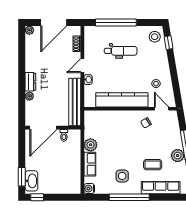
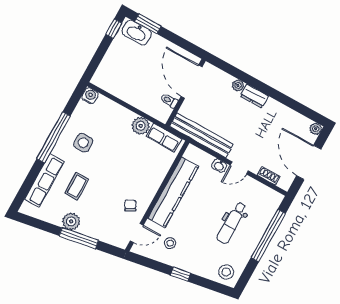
window: (169, 43) -> (180, 274), moved
door: (82, 66) -> (239, 168), swing flipped
row of seats: (90, 164) -> (164, 138), moved

